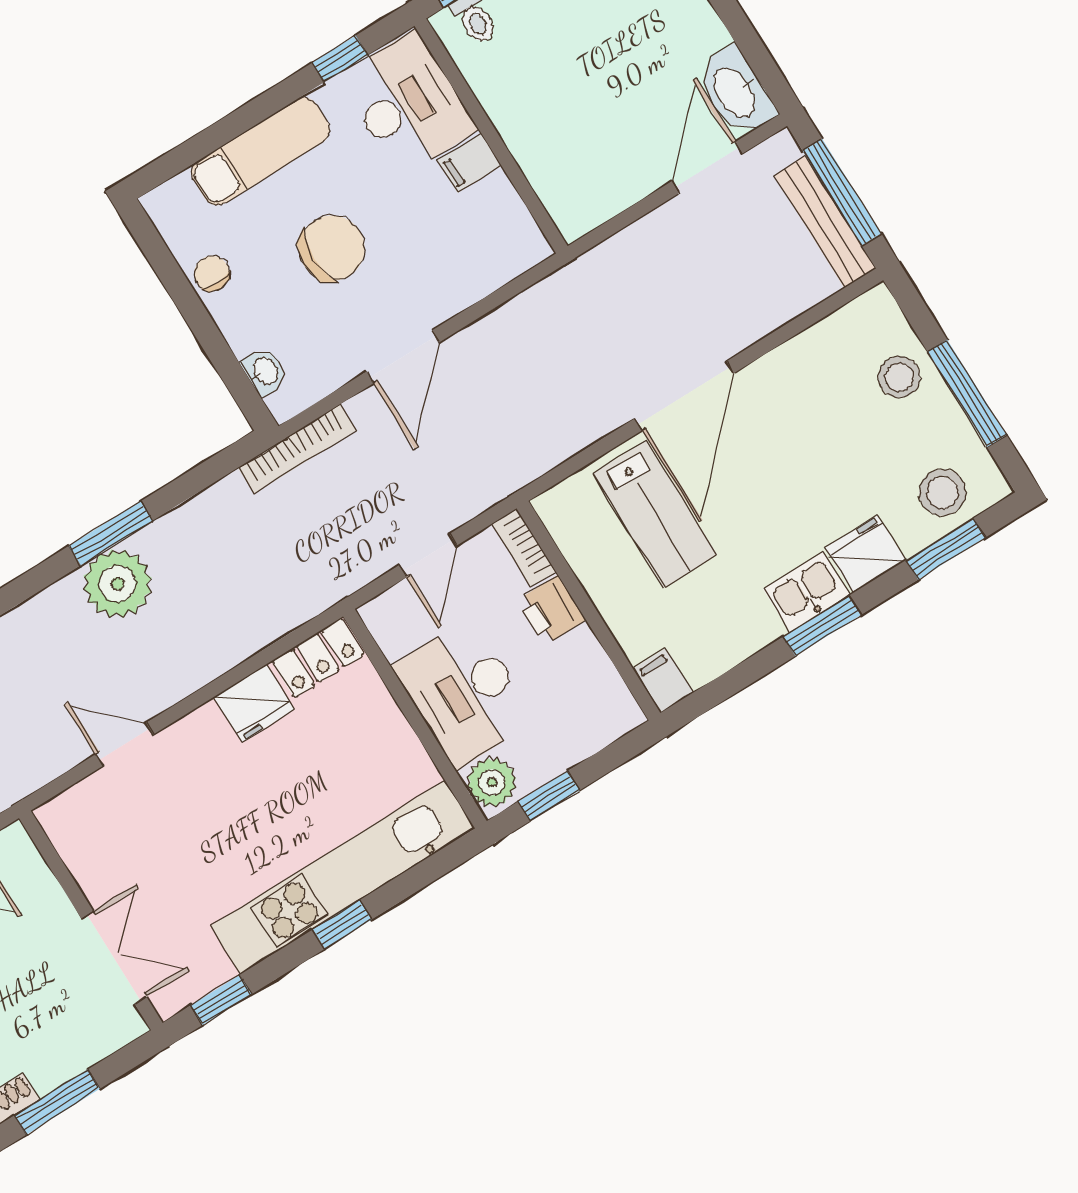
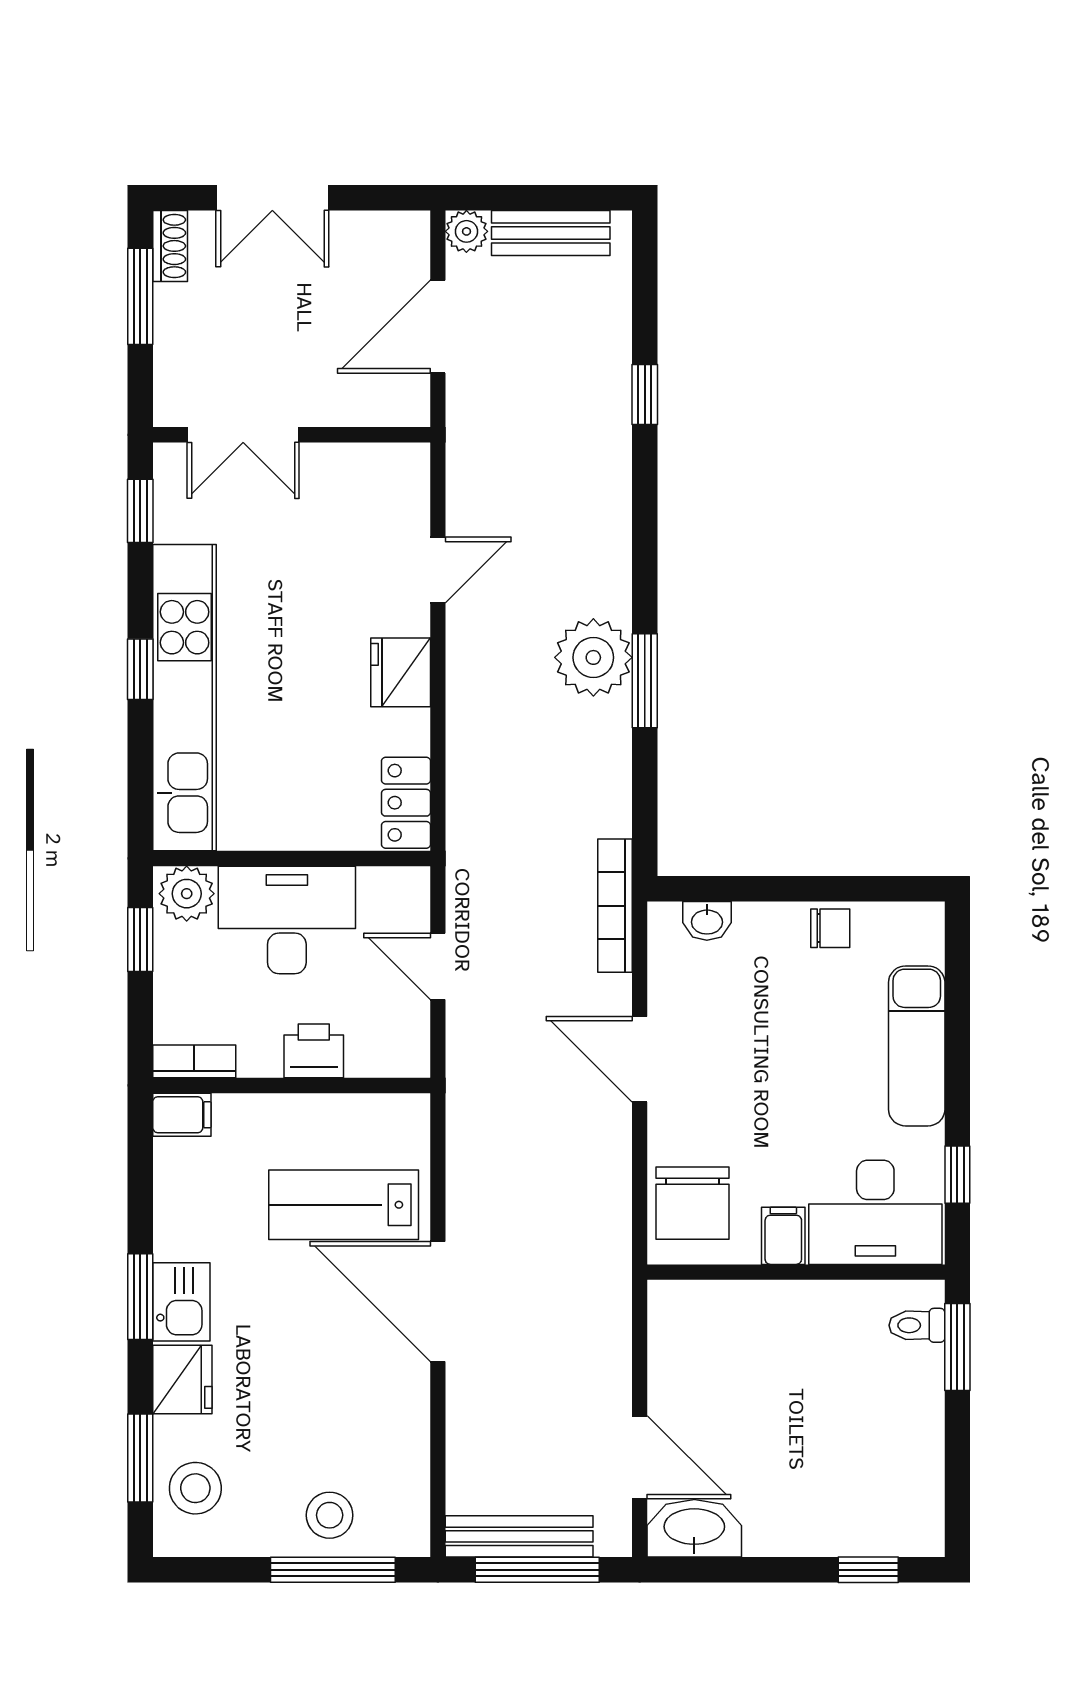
chair: (332, 248) -> (692, 1203), moved
window: (967, 393) -> (333, 1570), moved
bookcase: (524, 548) -> (194, 1061), moved
fridge: (254, 703) -> (401, 672), moved

